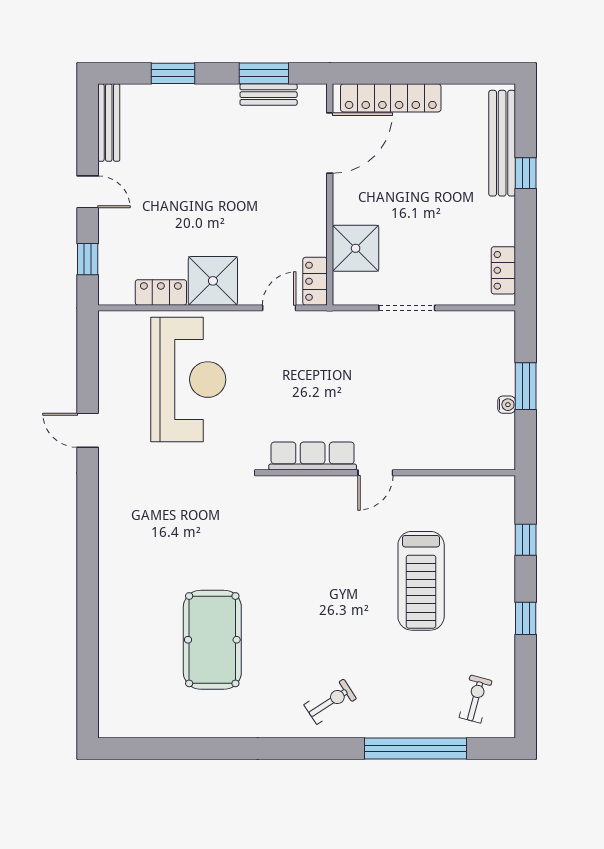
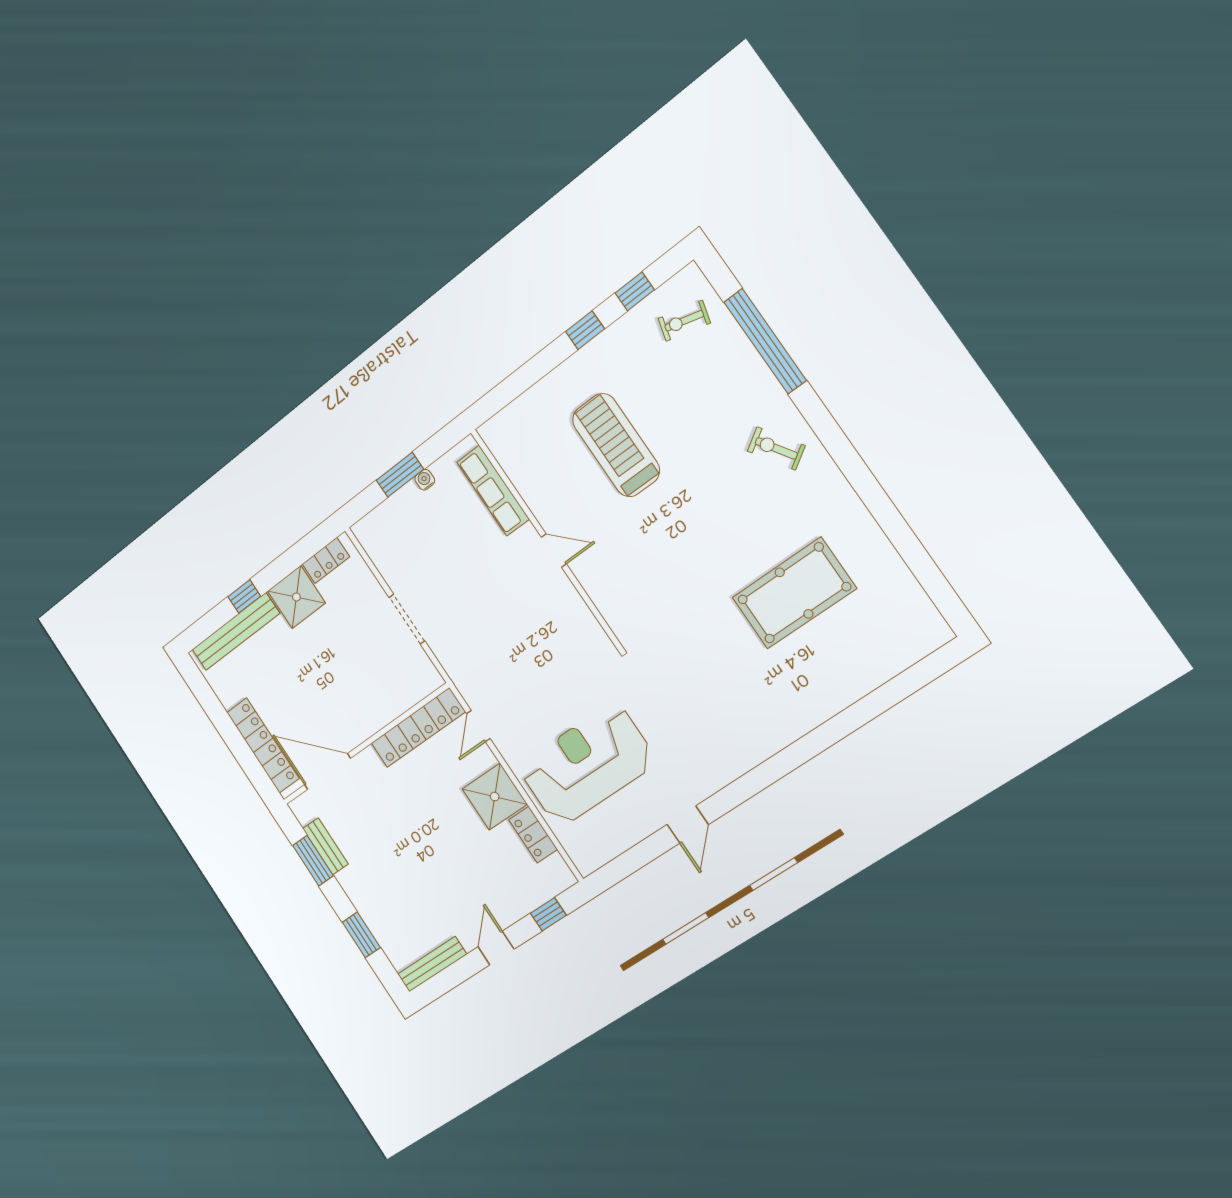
shower: (356, 248) -> (296, 597), moved
locker: (315, 281) -> (418, 728), width x2.16, depth x1.21
door: (279, 308) -> (478, 726), hinge flipped
row of seats: (313, 456) -> (493, 491), moved
window: (526, 540) -> (635, 291), moved
treadmill: (421, 581) -> (616, 445), turned -90

